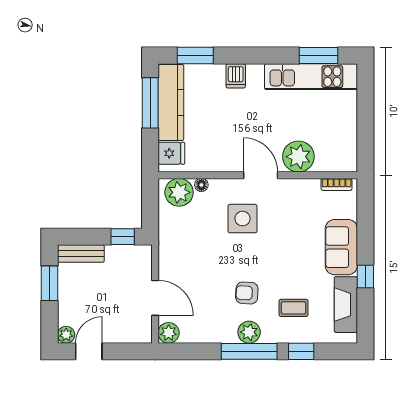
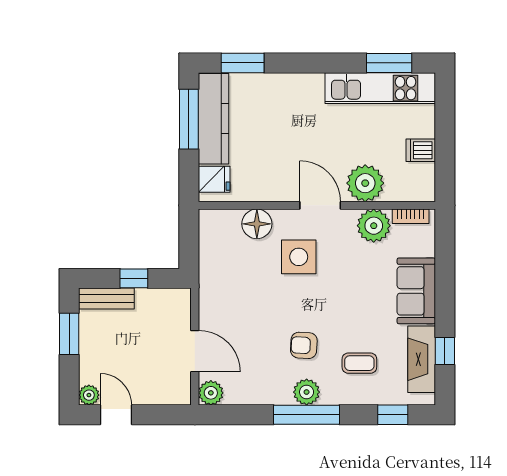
dishwasher: (236, 76) -> (421, 150), moved, turned 90
floor lamp: (201, 185) -> (257, 224), width x1.89, depth x1.89
plant: (179, 192) -> (374, 226), moved
window: (123, 237) -> (134, 278), moved
window: (365, 276) -> (445, 351), moved
door: (89, 351) -> (116, 415), hinge flipped
window: (301, 351) -> (393, 415), moved

